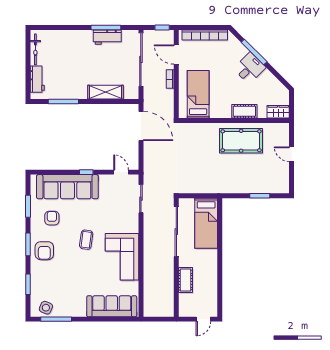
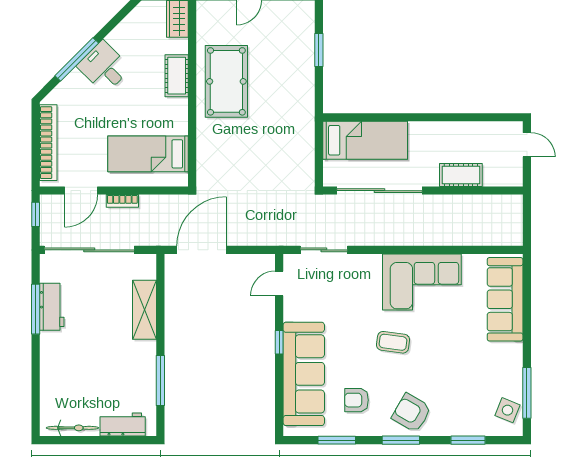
armchair: (44, 251) -> (411, 413), turned -150

